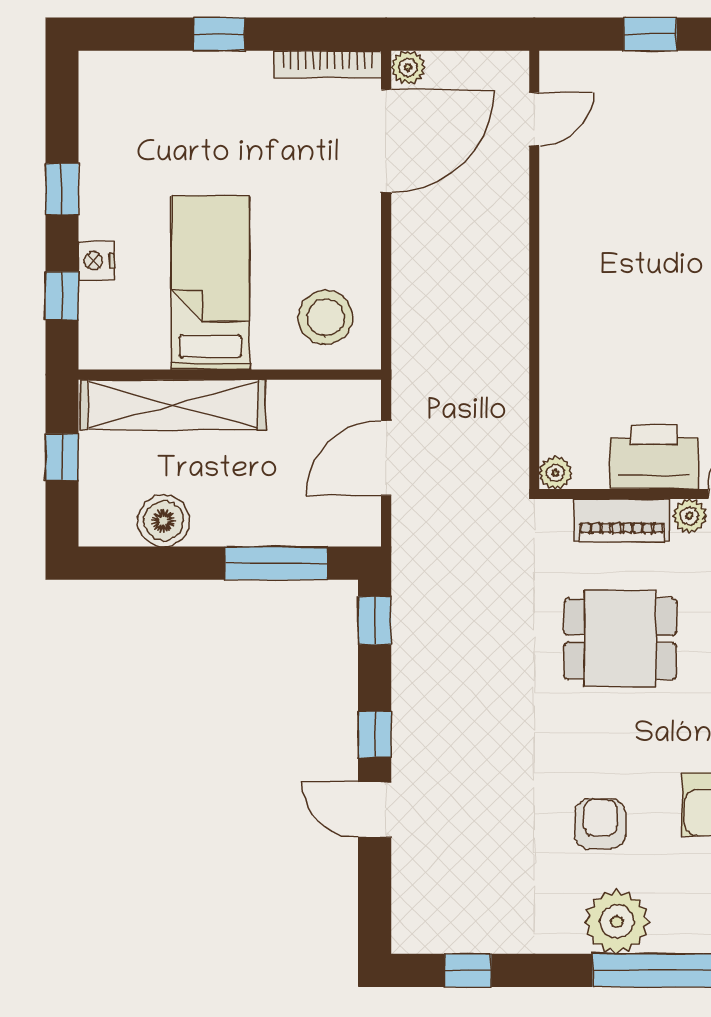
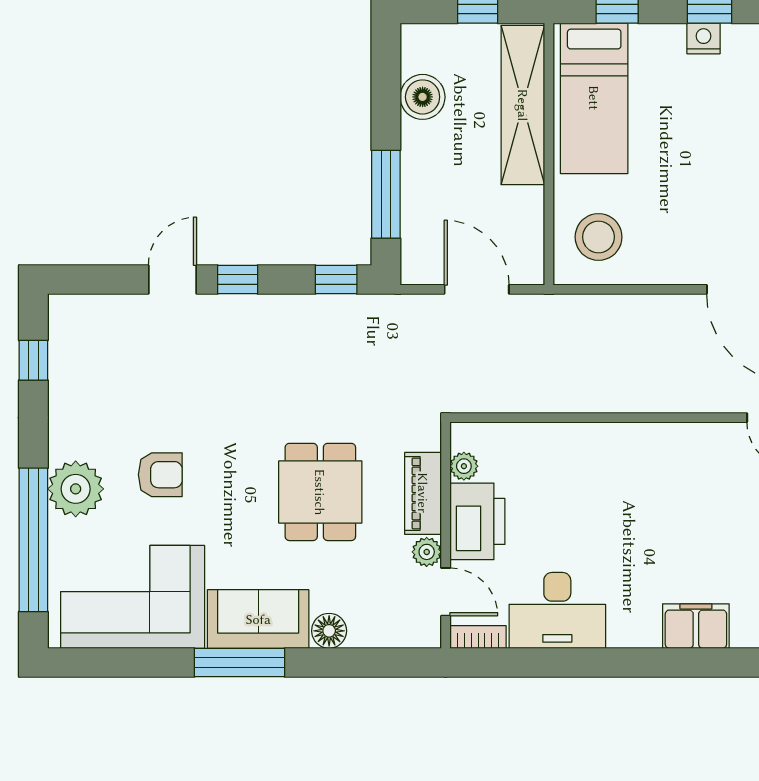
nightstand: (96, 261) -> (704, 39), moved
bed: (210, 283) -> (594, 98), moved, turned 90
plant: (555, 473) -> (464, 466), moved

